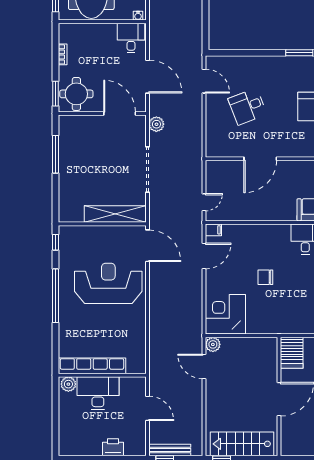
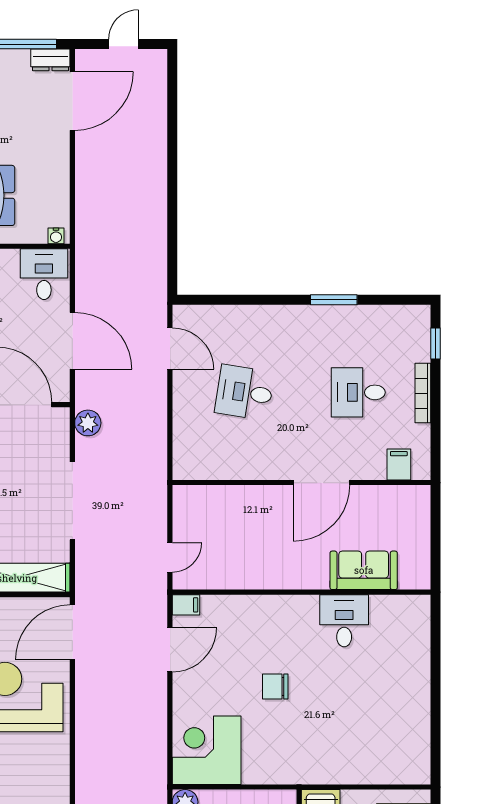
desk: (247, 106) -> (245, 392), turned 30
door: (260, 159) -> (321, 483), moved
door: (147, 246) -> (72, 632), swing flipped

